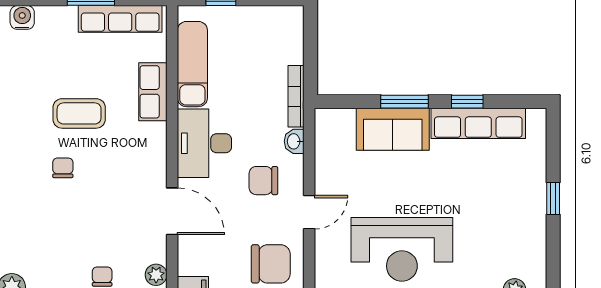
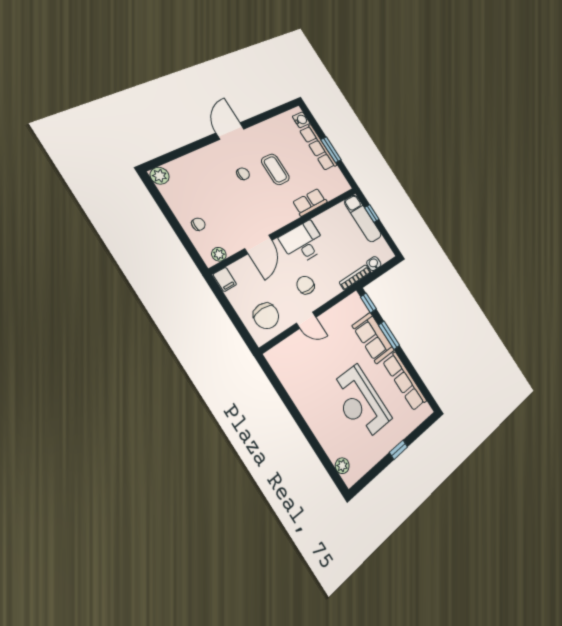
row of seats: (120, 19) -> (318, 148), moved
exam couch: (192, 64) -> (363, 218), moved, turned 90
window: (467, 102) -> (368, 303), moved
washbasin: (294, 141) -> (374, 264), moved
reception desk: (402, 249) -> (360, 402), moved

